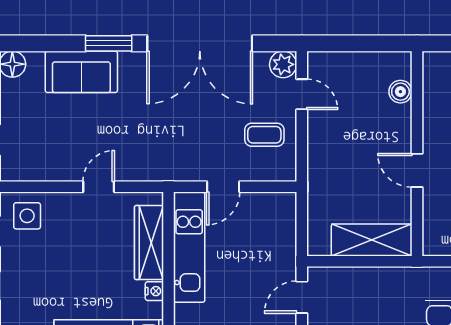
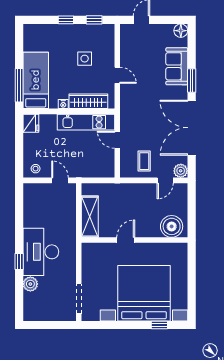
boiler: (400, 92) -> (172, 226), width x1.86, depth x1.86
side table: (27, 216) -> (85, 59), moved

